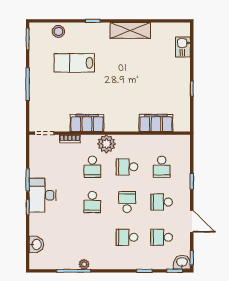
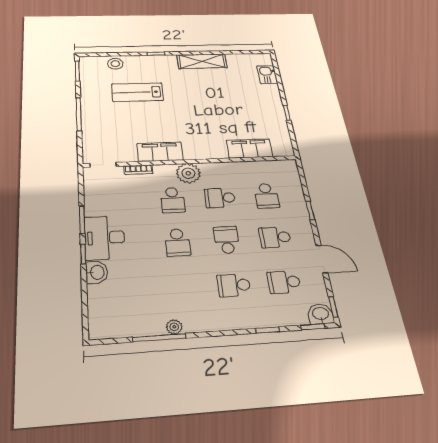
washbasin: (36, 244) -> (97, 272), moved

